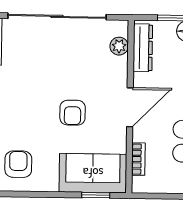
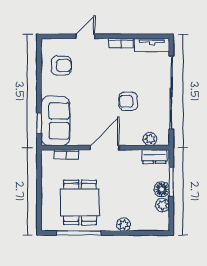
dresser: (143, 48) -> (154, 157), width x0.70
door: (130, 107) -> (105, 148), swing flipped
armchair: (73, 113) -> (128, 101), moved

